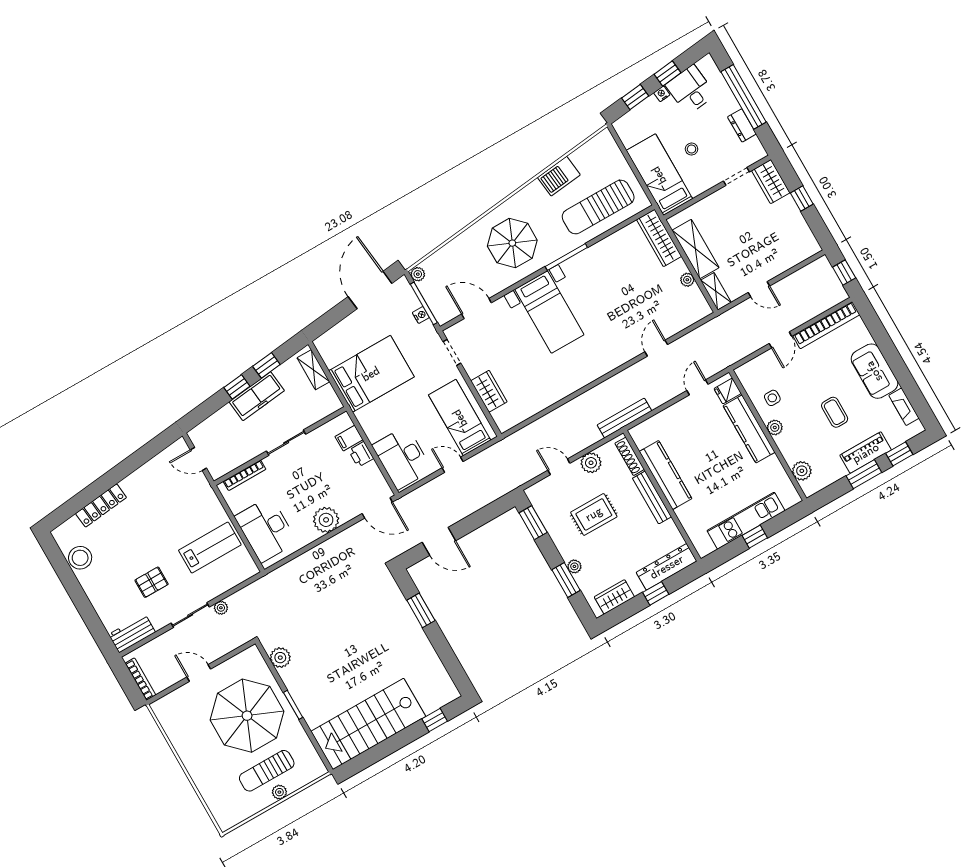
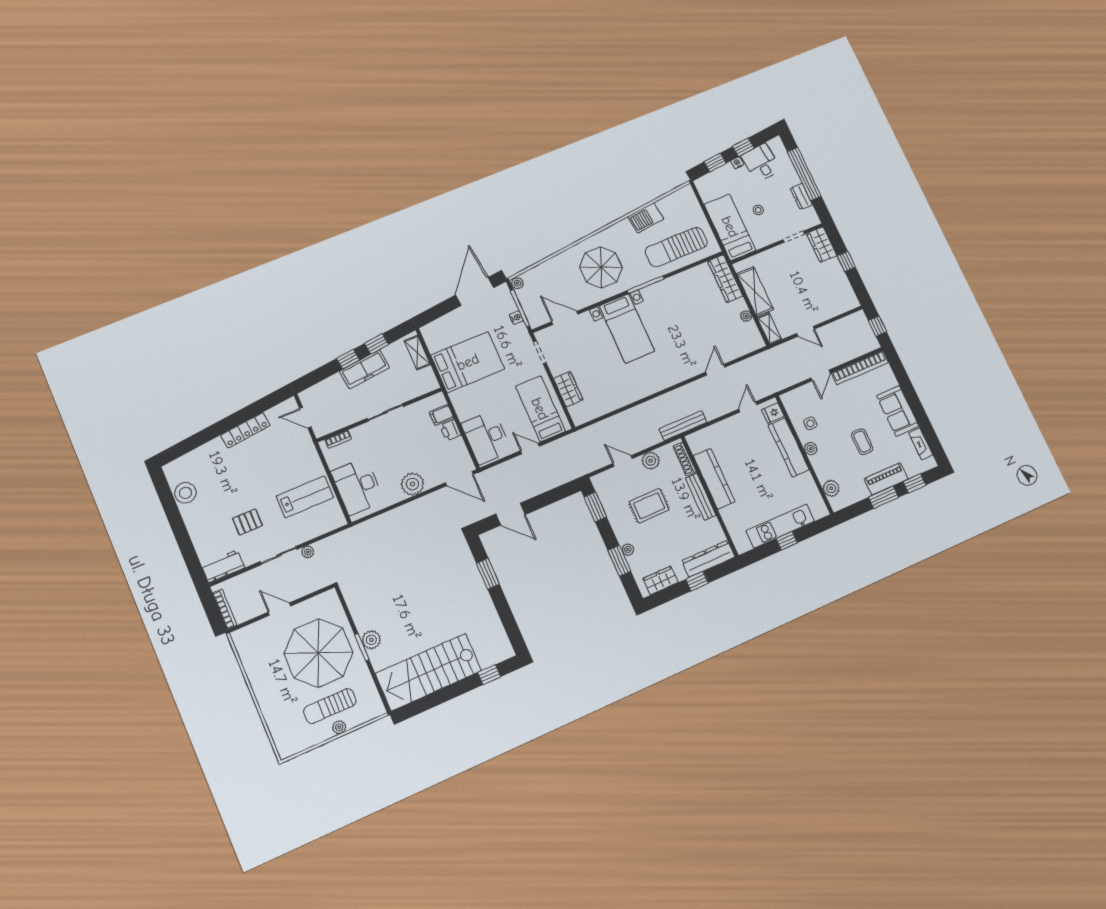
bookcase: (245, 475) -> (338, 439), width x0.64
locker: (101, 506) -> (245, 430), moved
plant: (280, 658) -> (371, 640), moved

